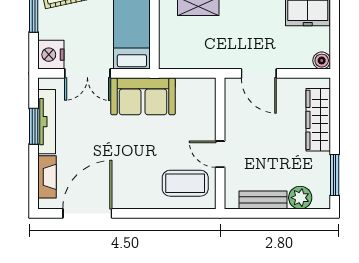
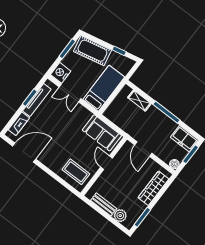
window: (335, 28) -> (191, 154), added
sofa: (143, 96) -> (102, 133), moved
door: (220, 154) -> (107, 163), moved

